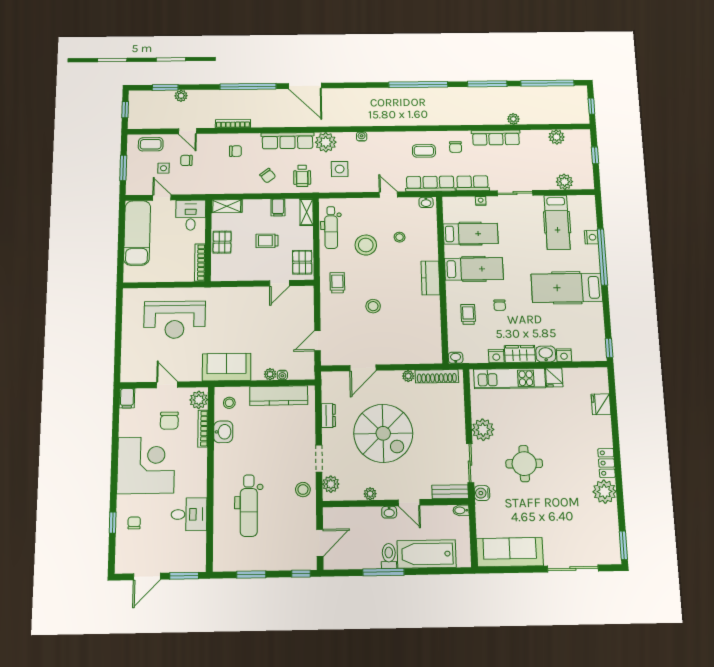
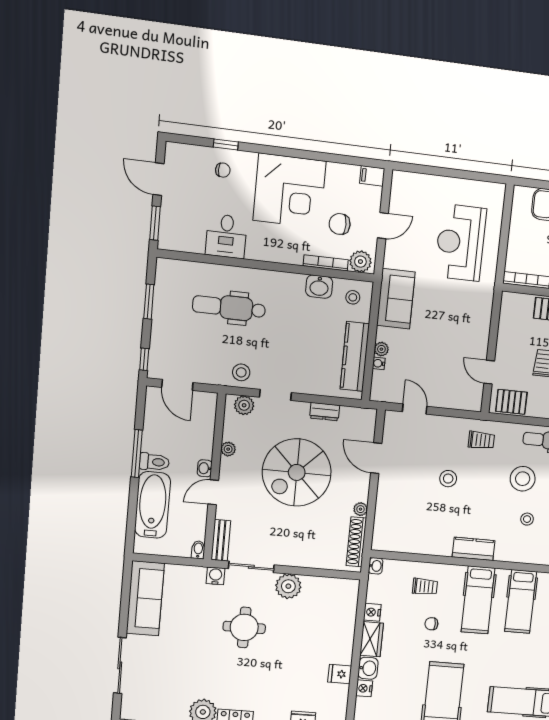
kitchen unit: (510, 379) -> (344, 624), removed

